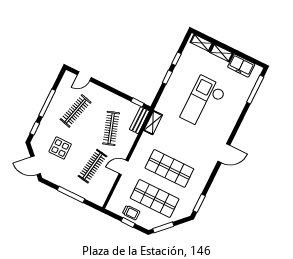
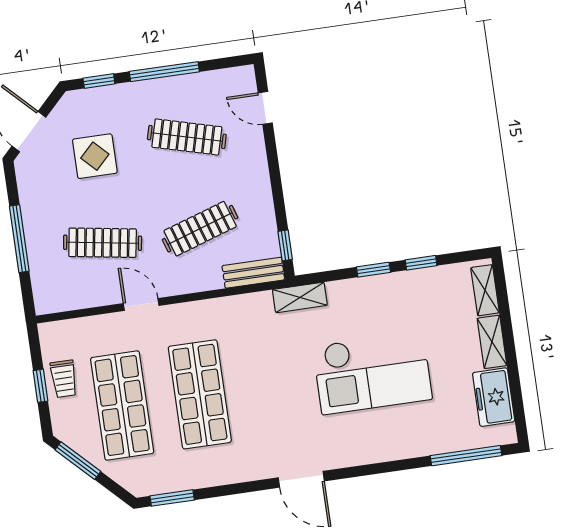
checkout: (203, 102) -> (372, 373), turned 180
shelving: (153, 123) -> (300, 297), moved

